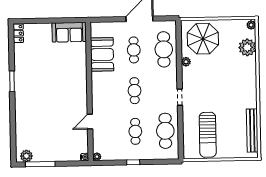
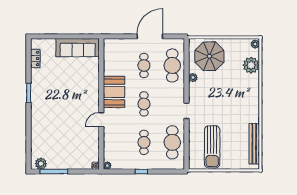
sofa: (69, 32) -> (78, 48), width x1.36
locker: (18, 33) -> (35, 58), moved
booth: (102, 54) -> (114, 92), moved
door: (90, 122) -> (101, 120), moved

